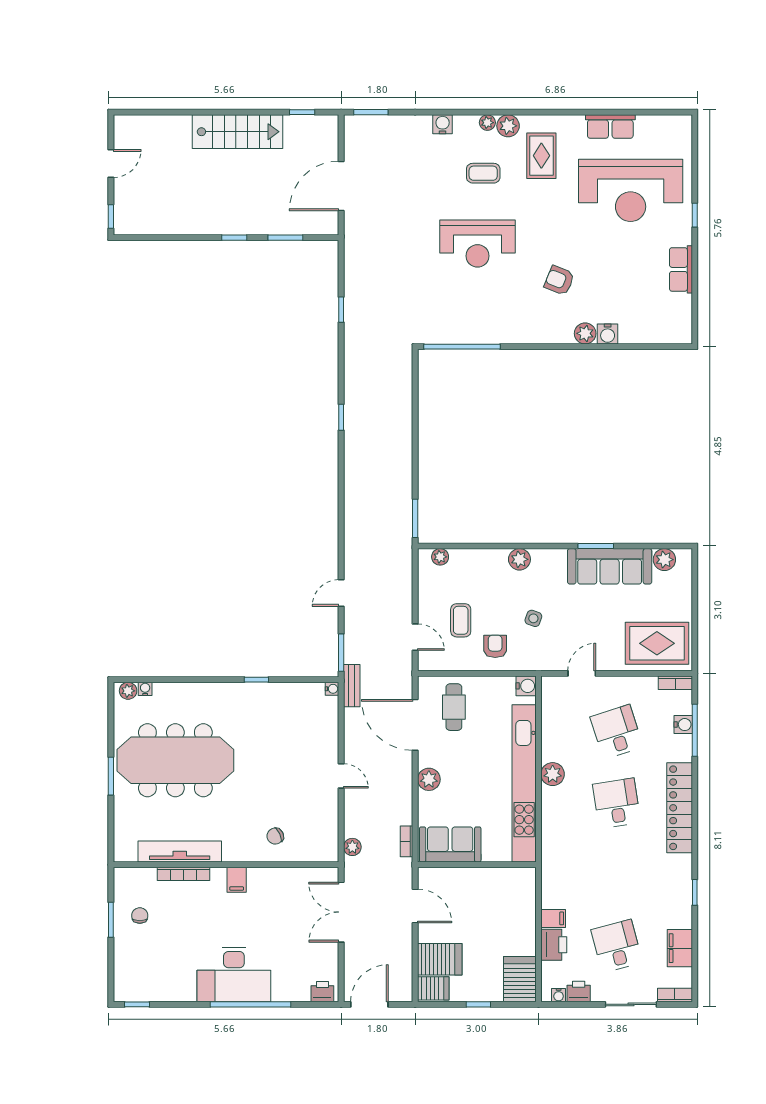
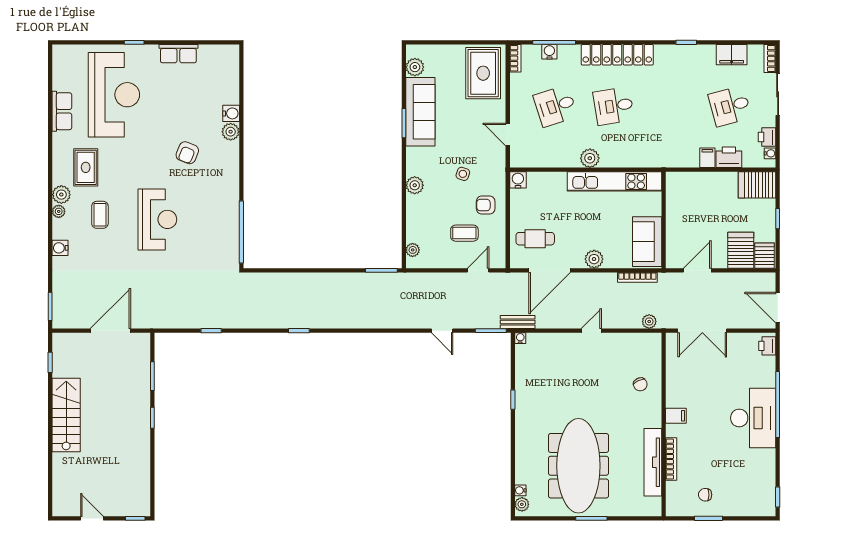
rug: (541, 156) -> (86, 167), turned 90
door: (341, 186) -> (110, 331), swing flipped
kitchen unit: (524, 783) -> (614, 181), width x0.73
bookcase: (406, 841) -> (637, 277), width x1.56

